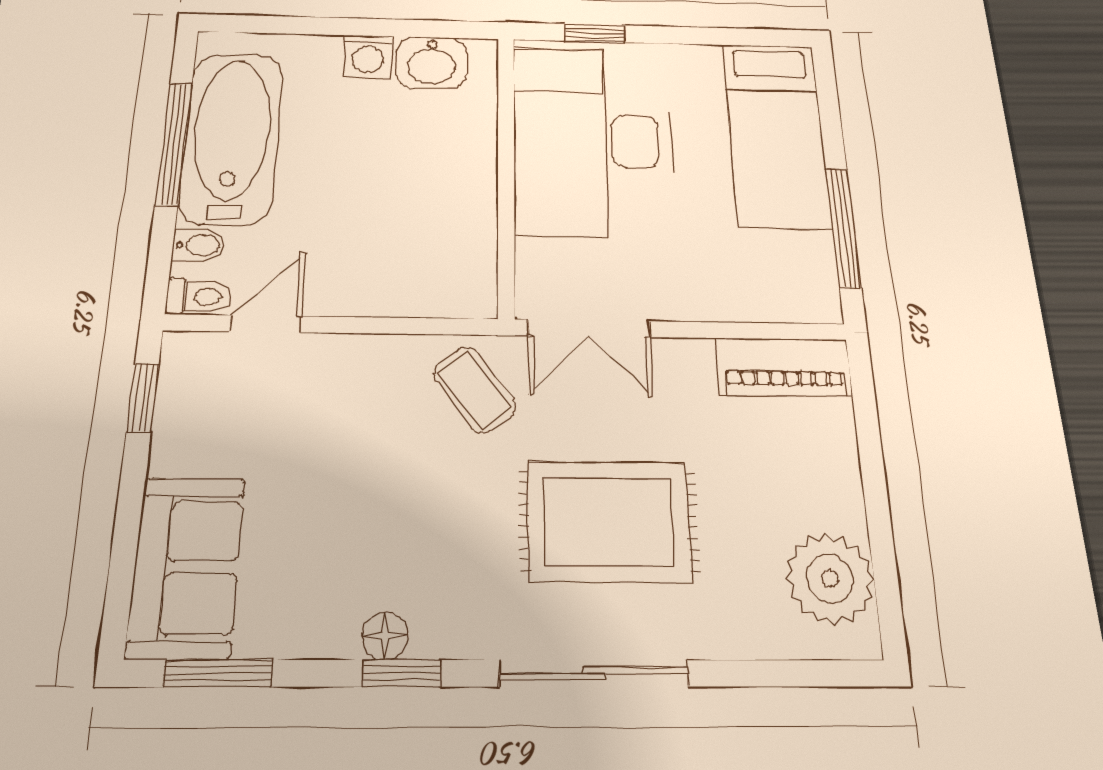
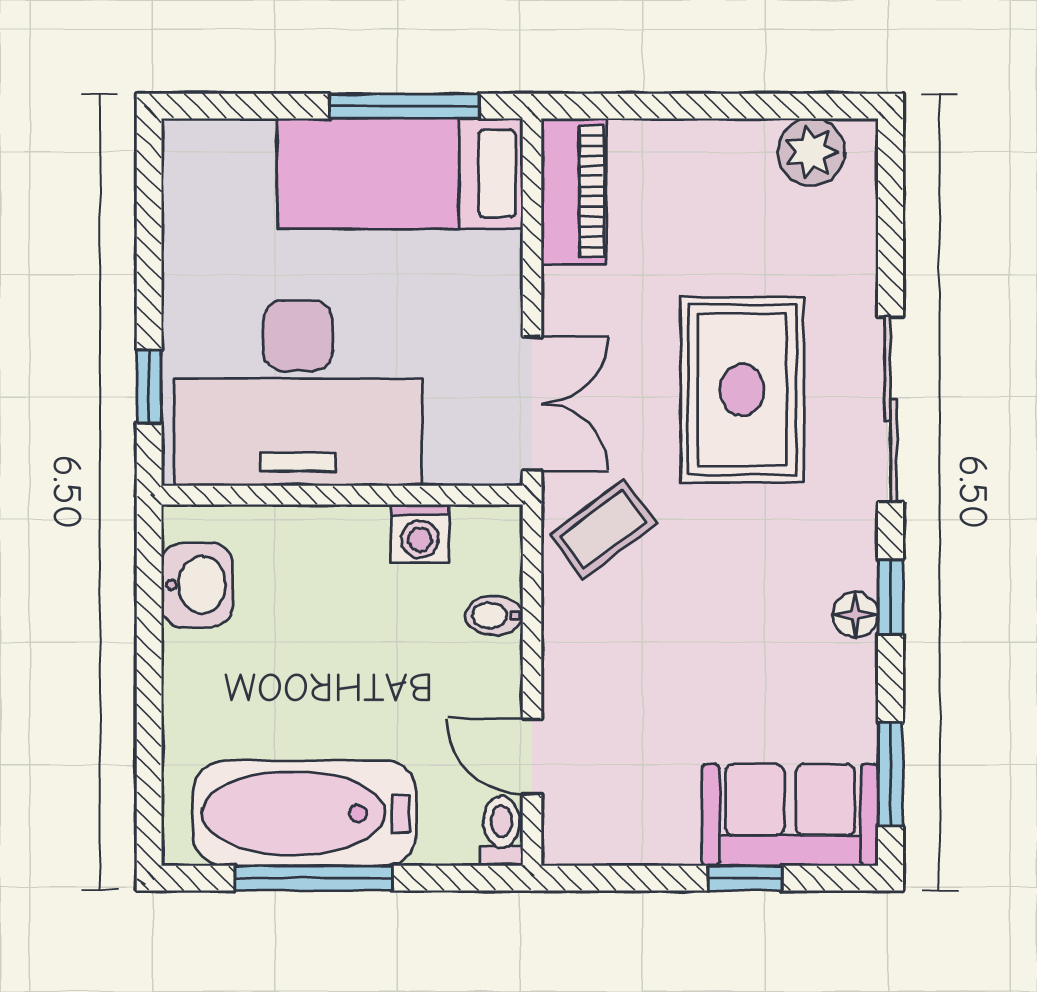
washing machine: (368, 56) -> (420, 533), moved, turned 90
bed: (776, 134) -> (400, 174), moved, turned 180
bidet: (199, 245) -> (494, 615), moved, turned -90
window: (143, 398) -> (745, 878), moved
plant: (830, 579) -> (811, 152), width x0.73, depth x0.73

